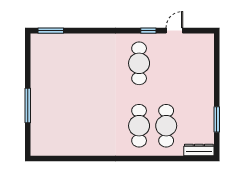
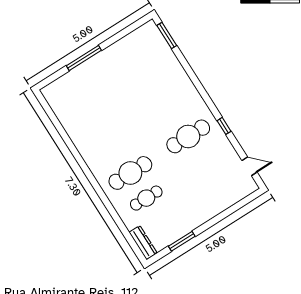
door: (174, 31) -> (249, 166), moved
cafe table: (166, 126) -> (146, 198), width x0.73, depth x0.74

